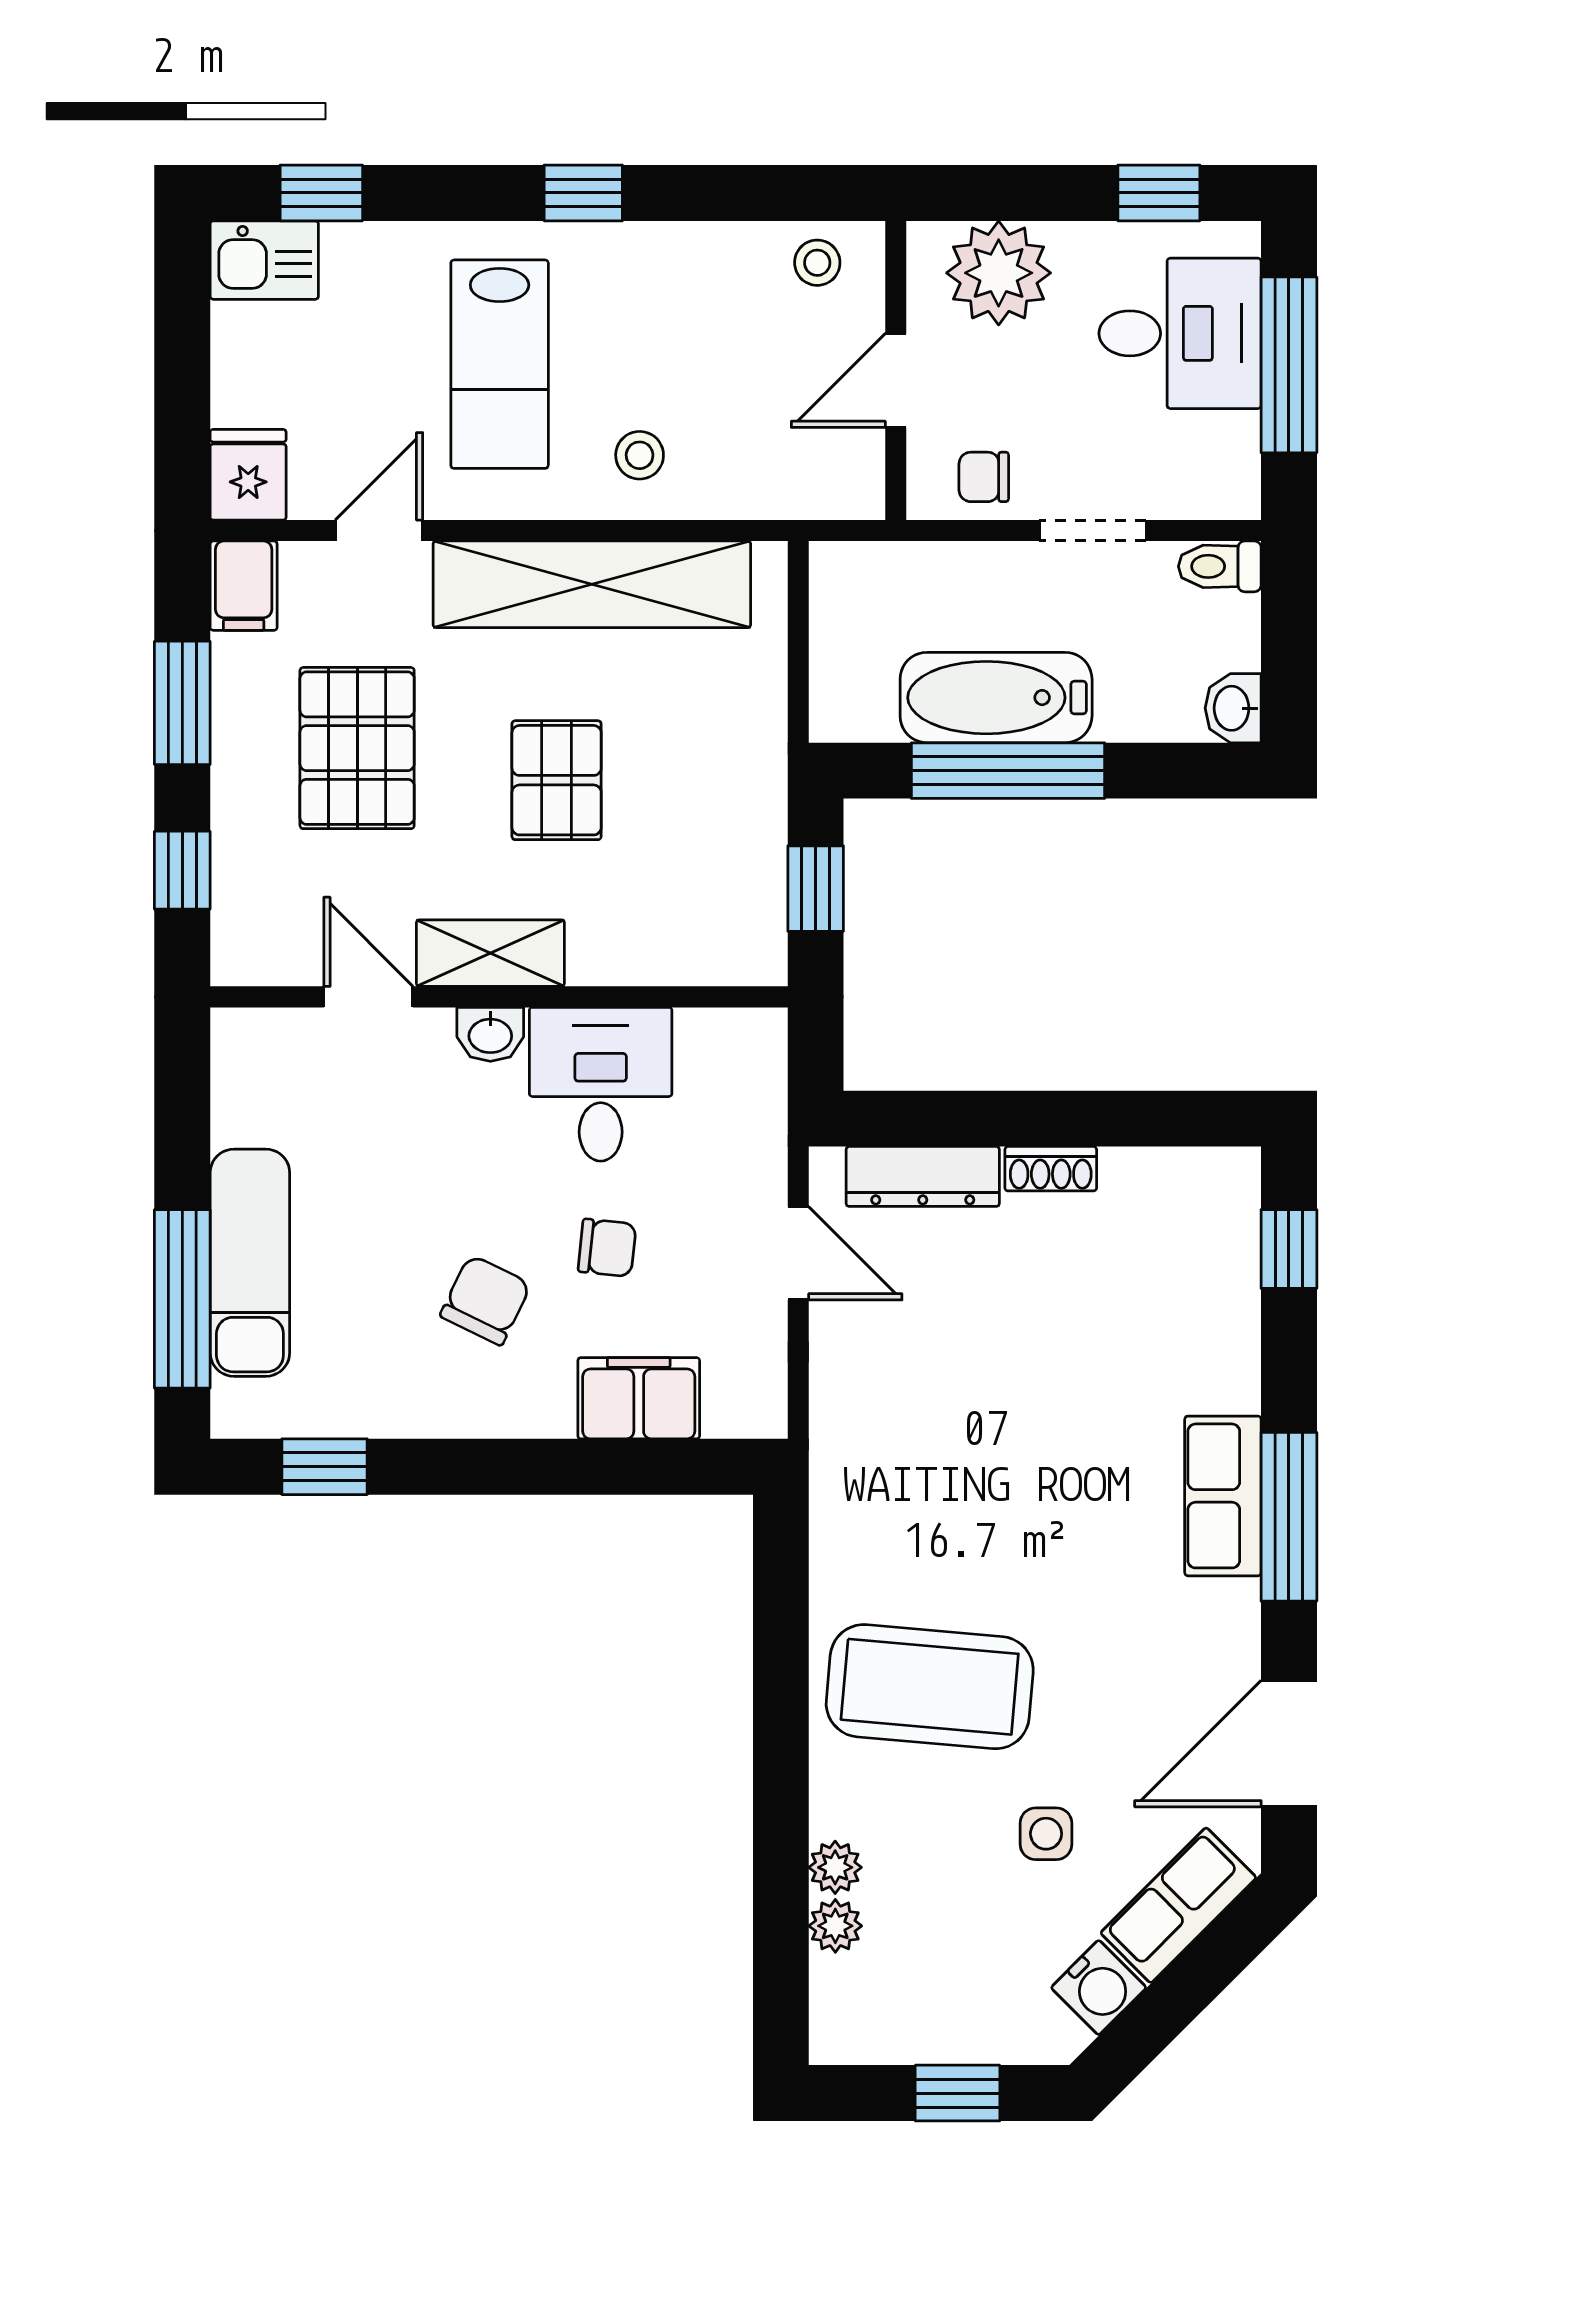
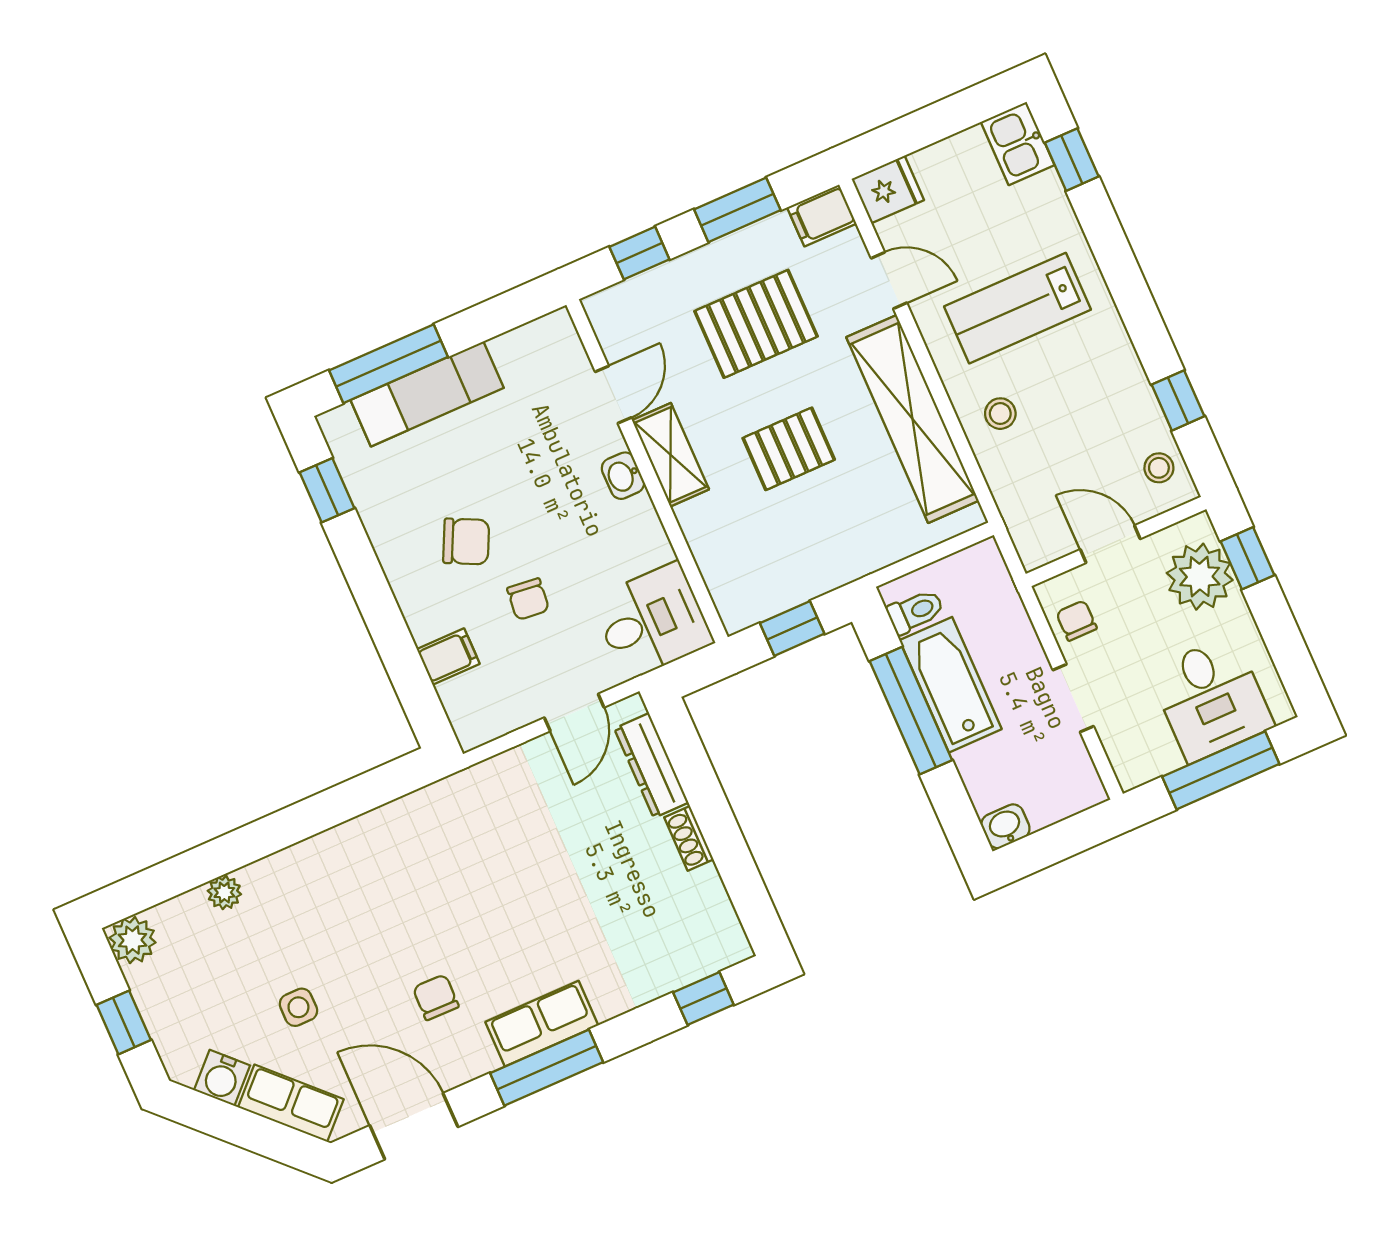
window: (583, 193) -> (1178, 400), moved
window: (1159, 193) -> (1248, 558), moved
toilet: (1220, 566) -> (915, 611), moved, turned 90
desk: (601, 1084) -> (652, 621), moved
filing cabinet: (639, 1398) -> (448, 656), width x0.50
chair: (1118, 1631) -> (436, 997), added
coffee table: (930, 1687) -> (354, 901), removed
plant: (835, 1926) -> (132, 940), moved, width x1.38, depth x1.38

